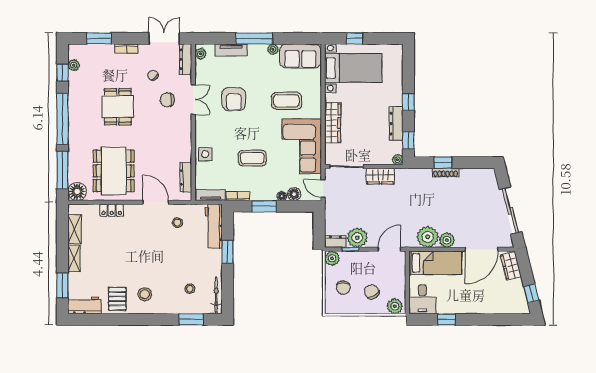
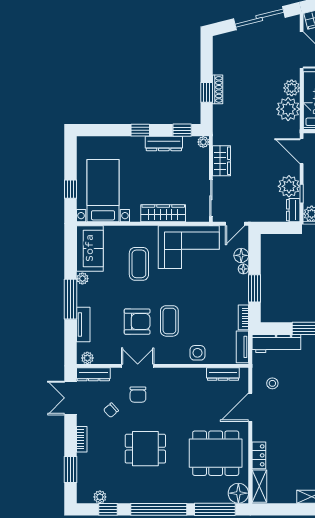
coffee table: (252, 158) -> (169, 321), moved
shelving: (75, 229) -> (259, 486), moved, turned 90

